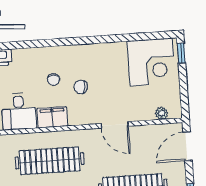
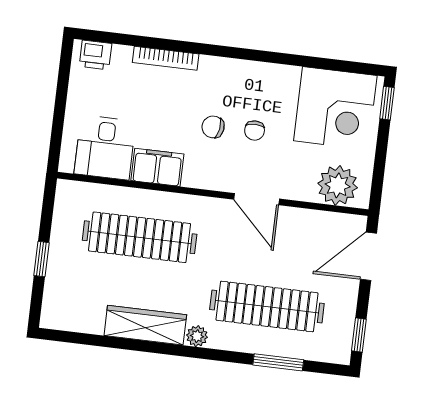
bookcase: (45, 52) -> (166, 58), added
chair: (53, 79) -> (255, 131), moved
plant: (162, 113) -> (338, 185), width x1.88, depth x1.88

